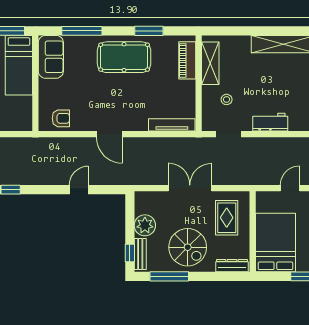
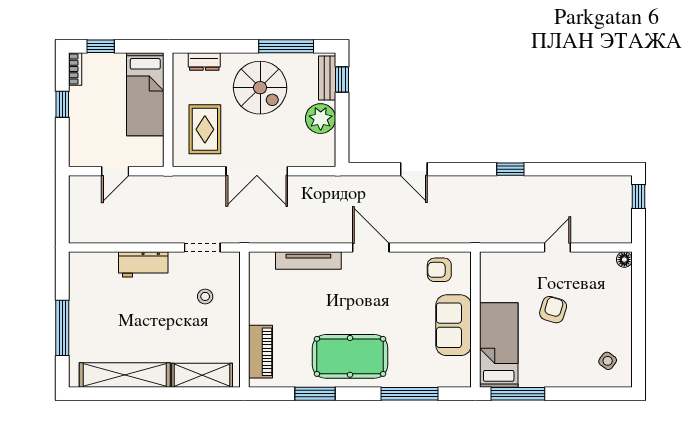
sofa: (51, 57) -> (454, 325), moved
shelving: (210, 63) -> (202, 375), moved, turned 90
tv unit: (172, 125) -> (308, 261), moved
door: (79, 190) -> (414, 169), hinge flipped
bed: (275, 243) -> (145, 94), width x0.67
spiral stairs: (188, 247) -> (260, 88), turned 180
dresser: (232, 266) -> (204, 62), width x0.70

